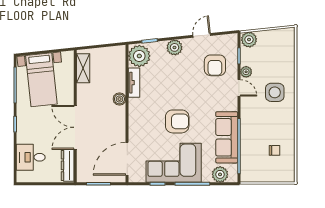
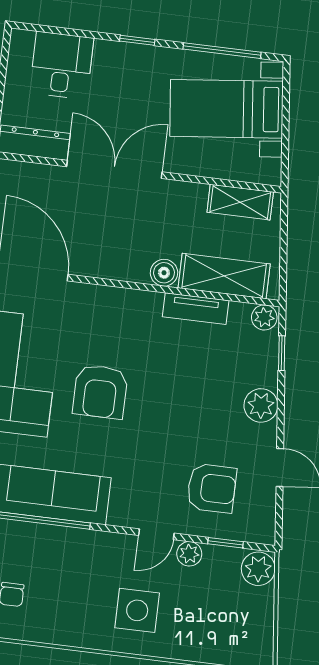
plant: (139, 56) -> (264, 317), width x0.53, depth x0.53
armchair: (215, 65) -> (212, 488), turned 180
shelving: (118, 71) -> (224, 276), added

